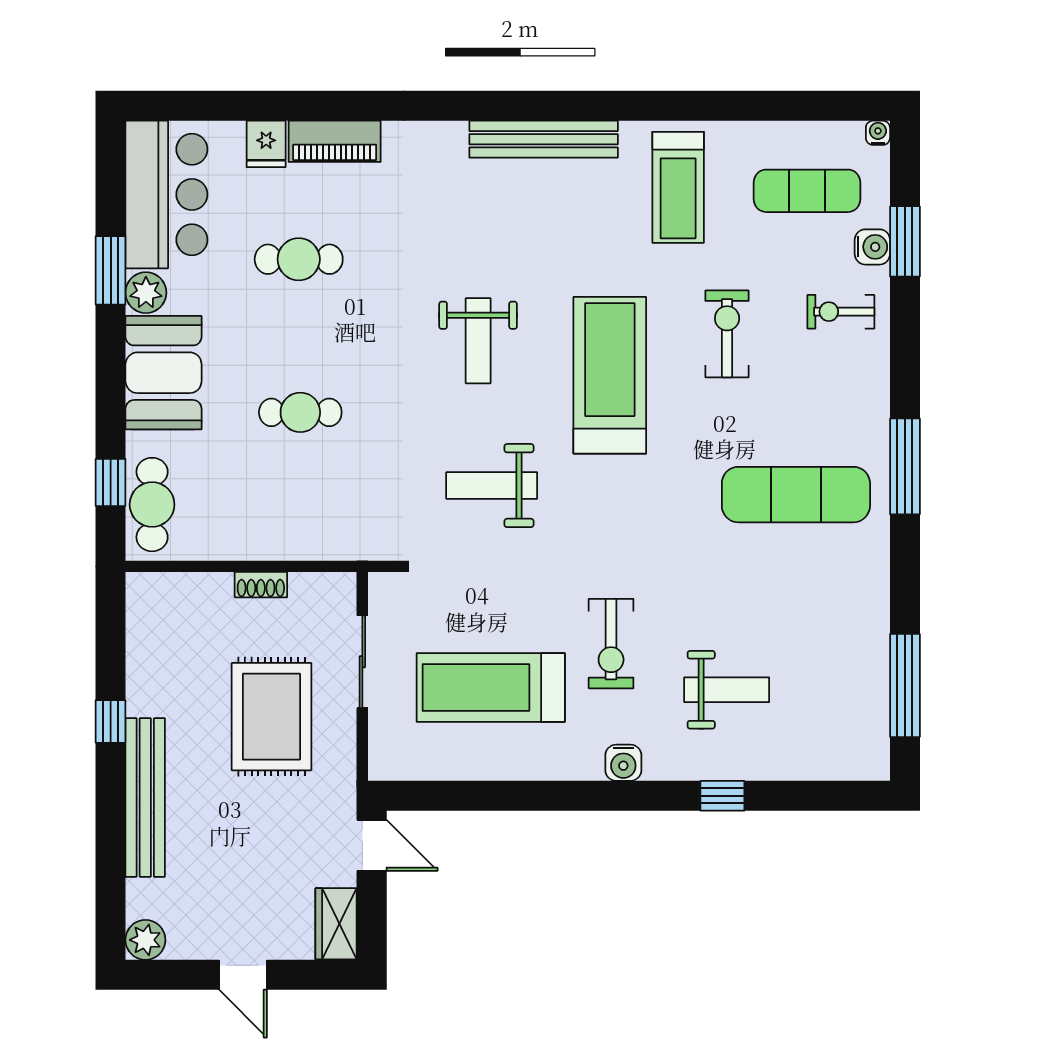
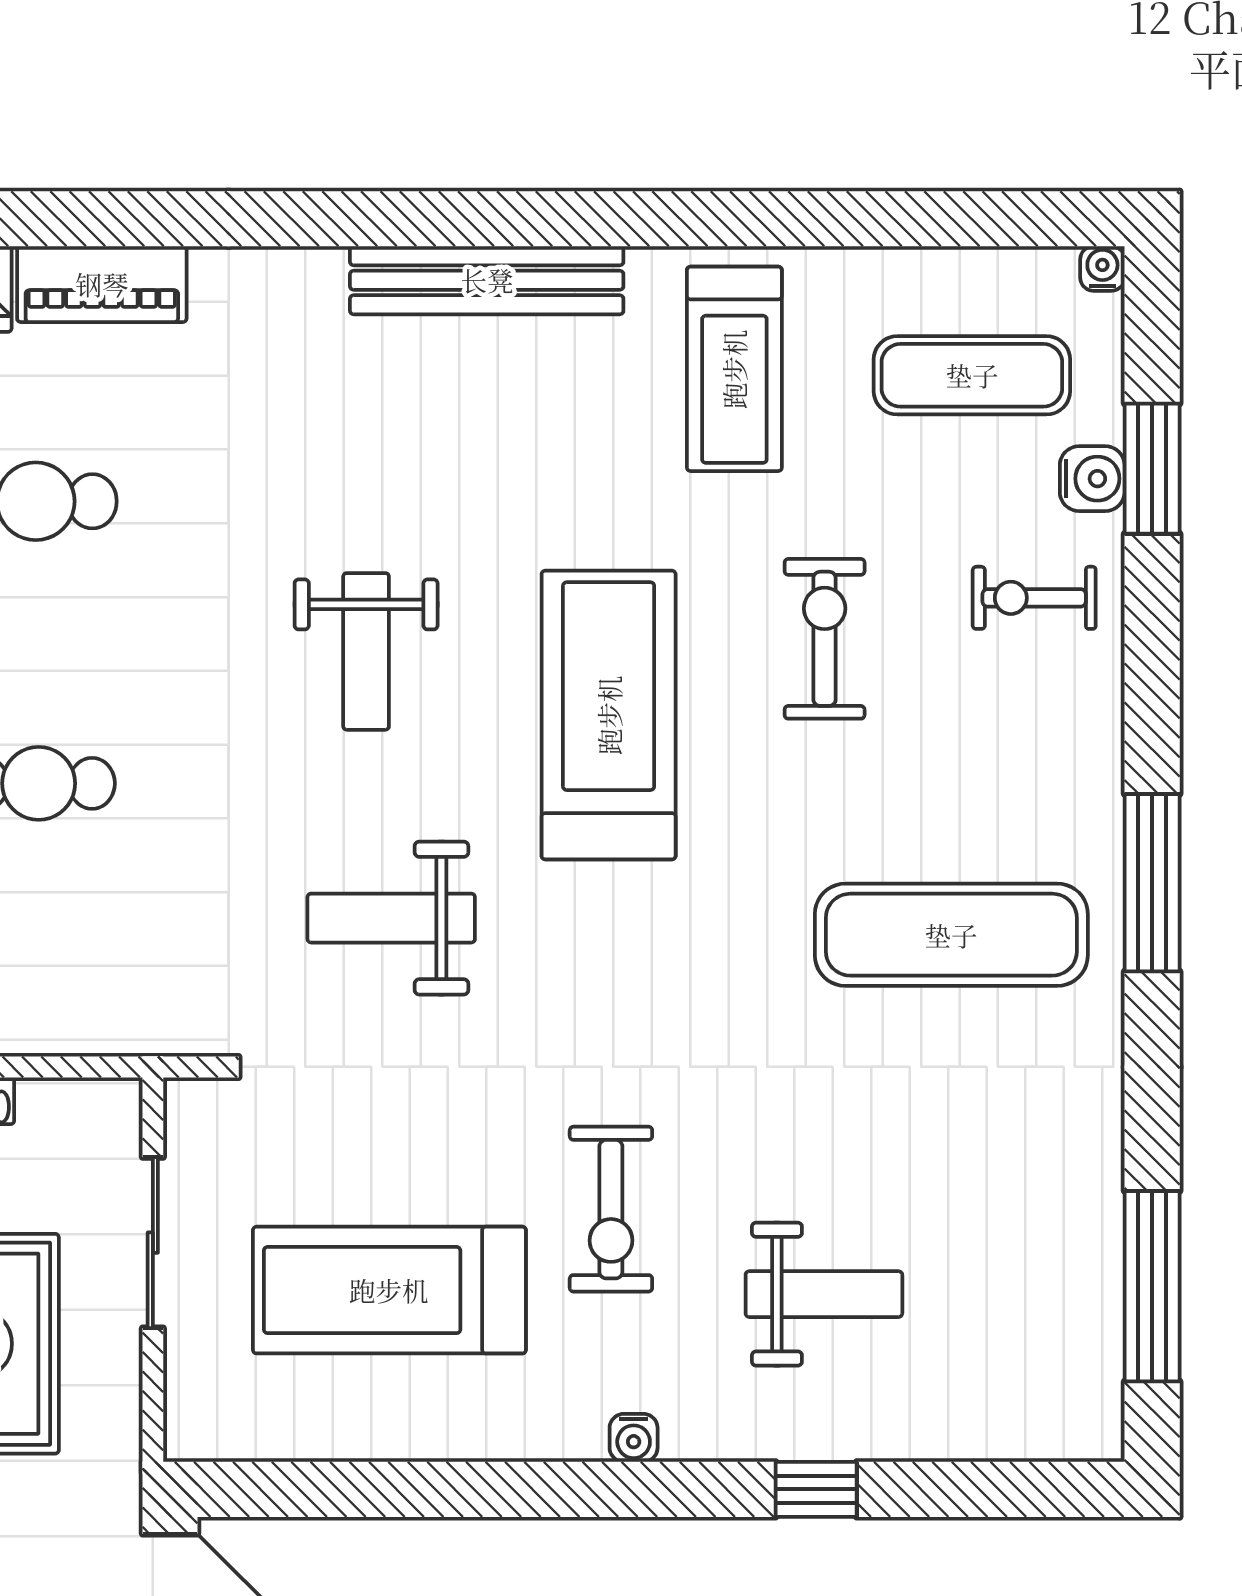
water cooler: (623, 763) -> (634, 1438), width x0.72, depth x0.72

